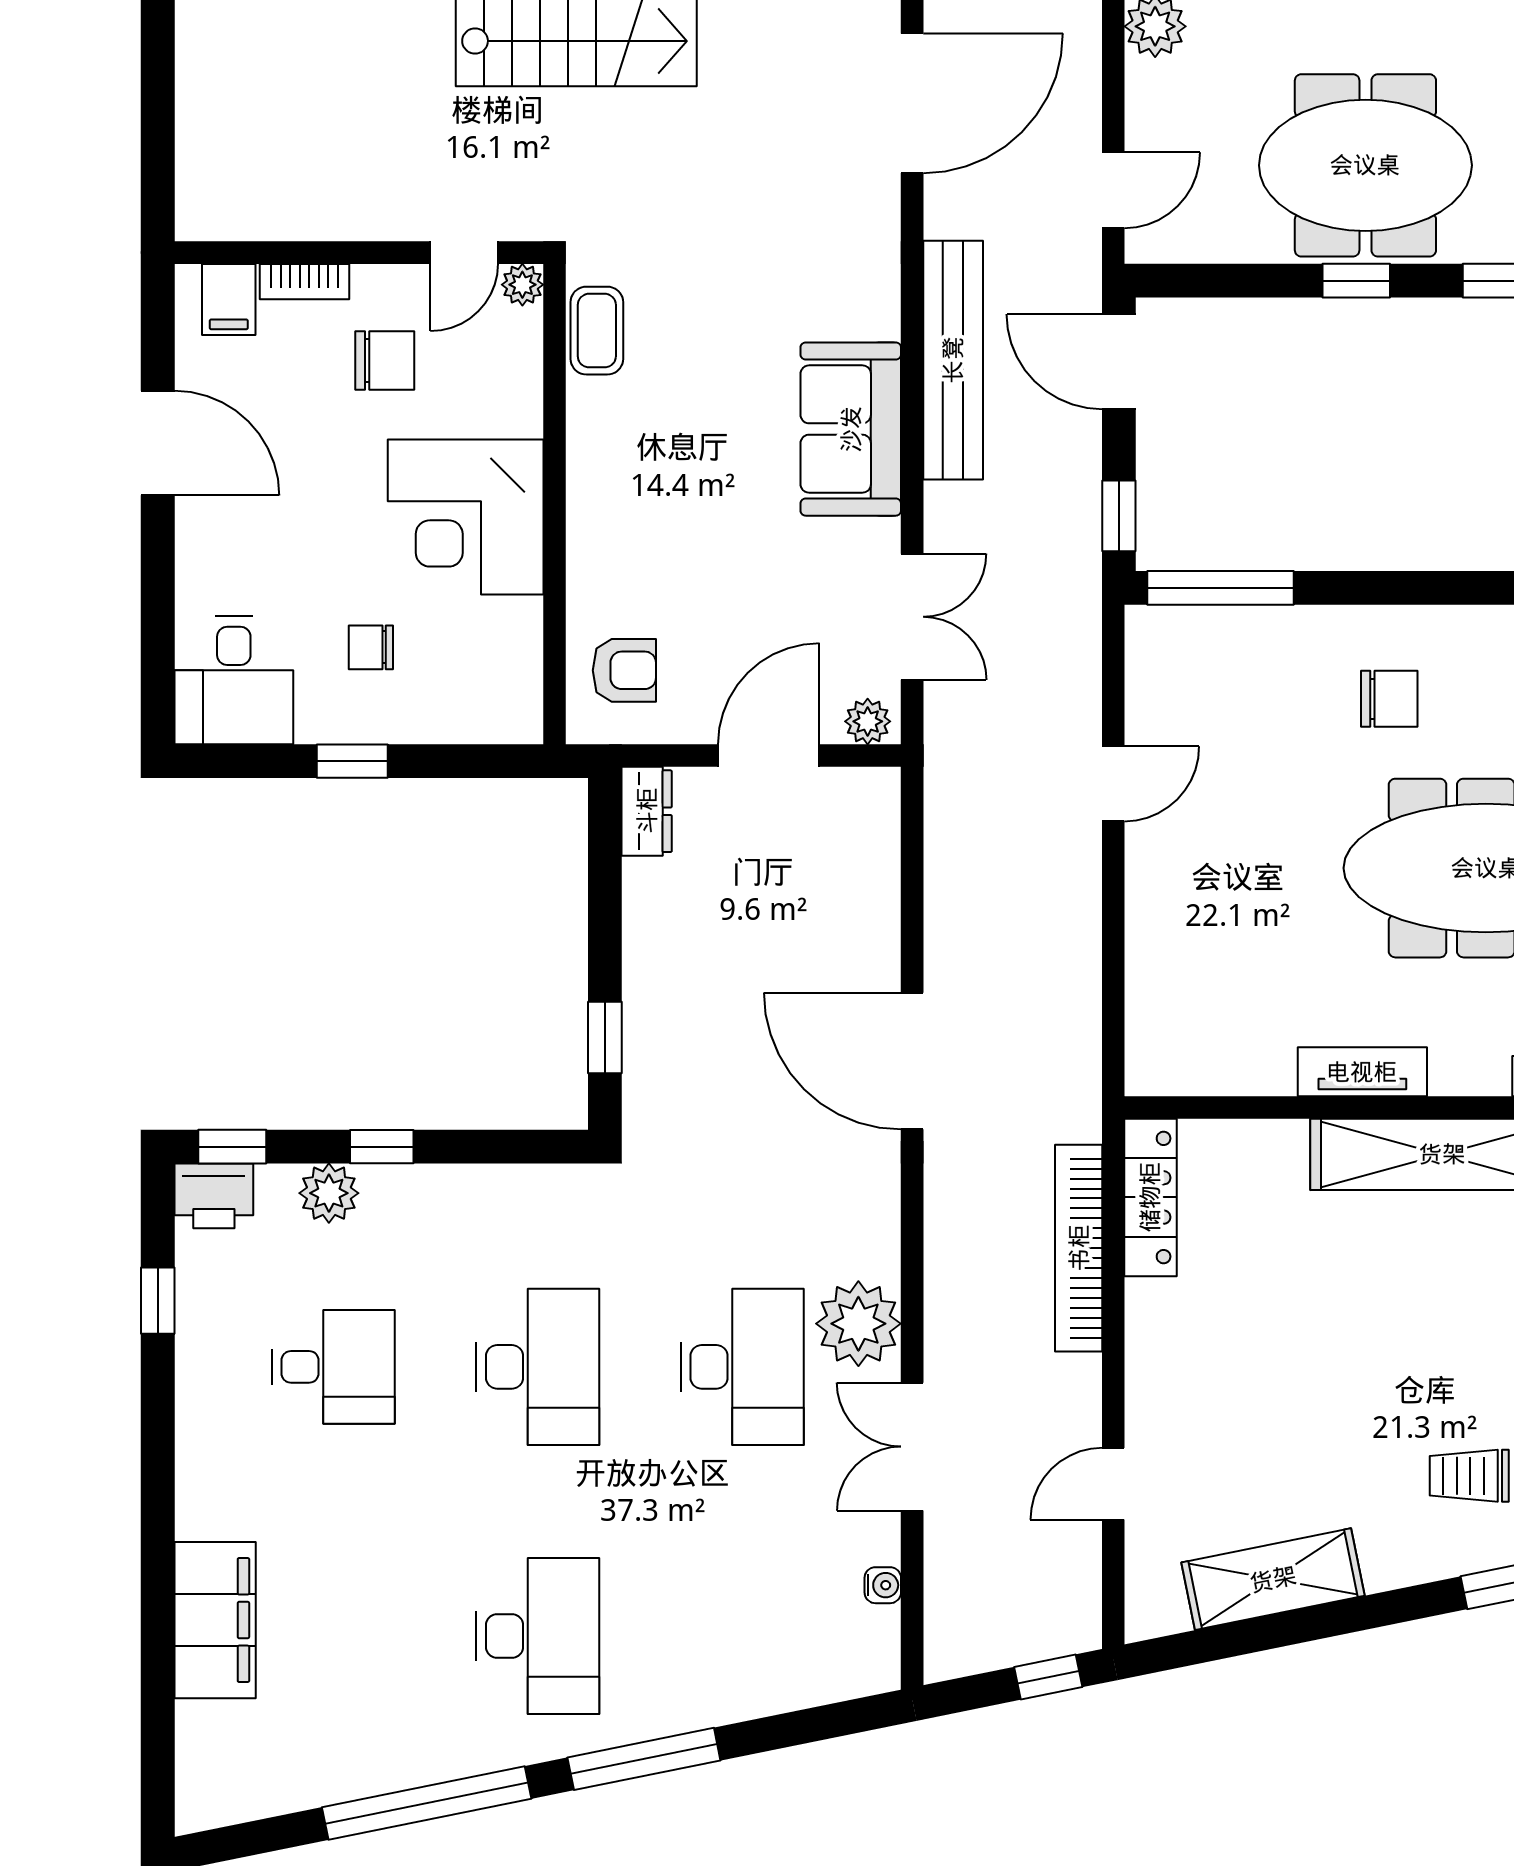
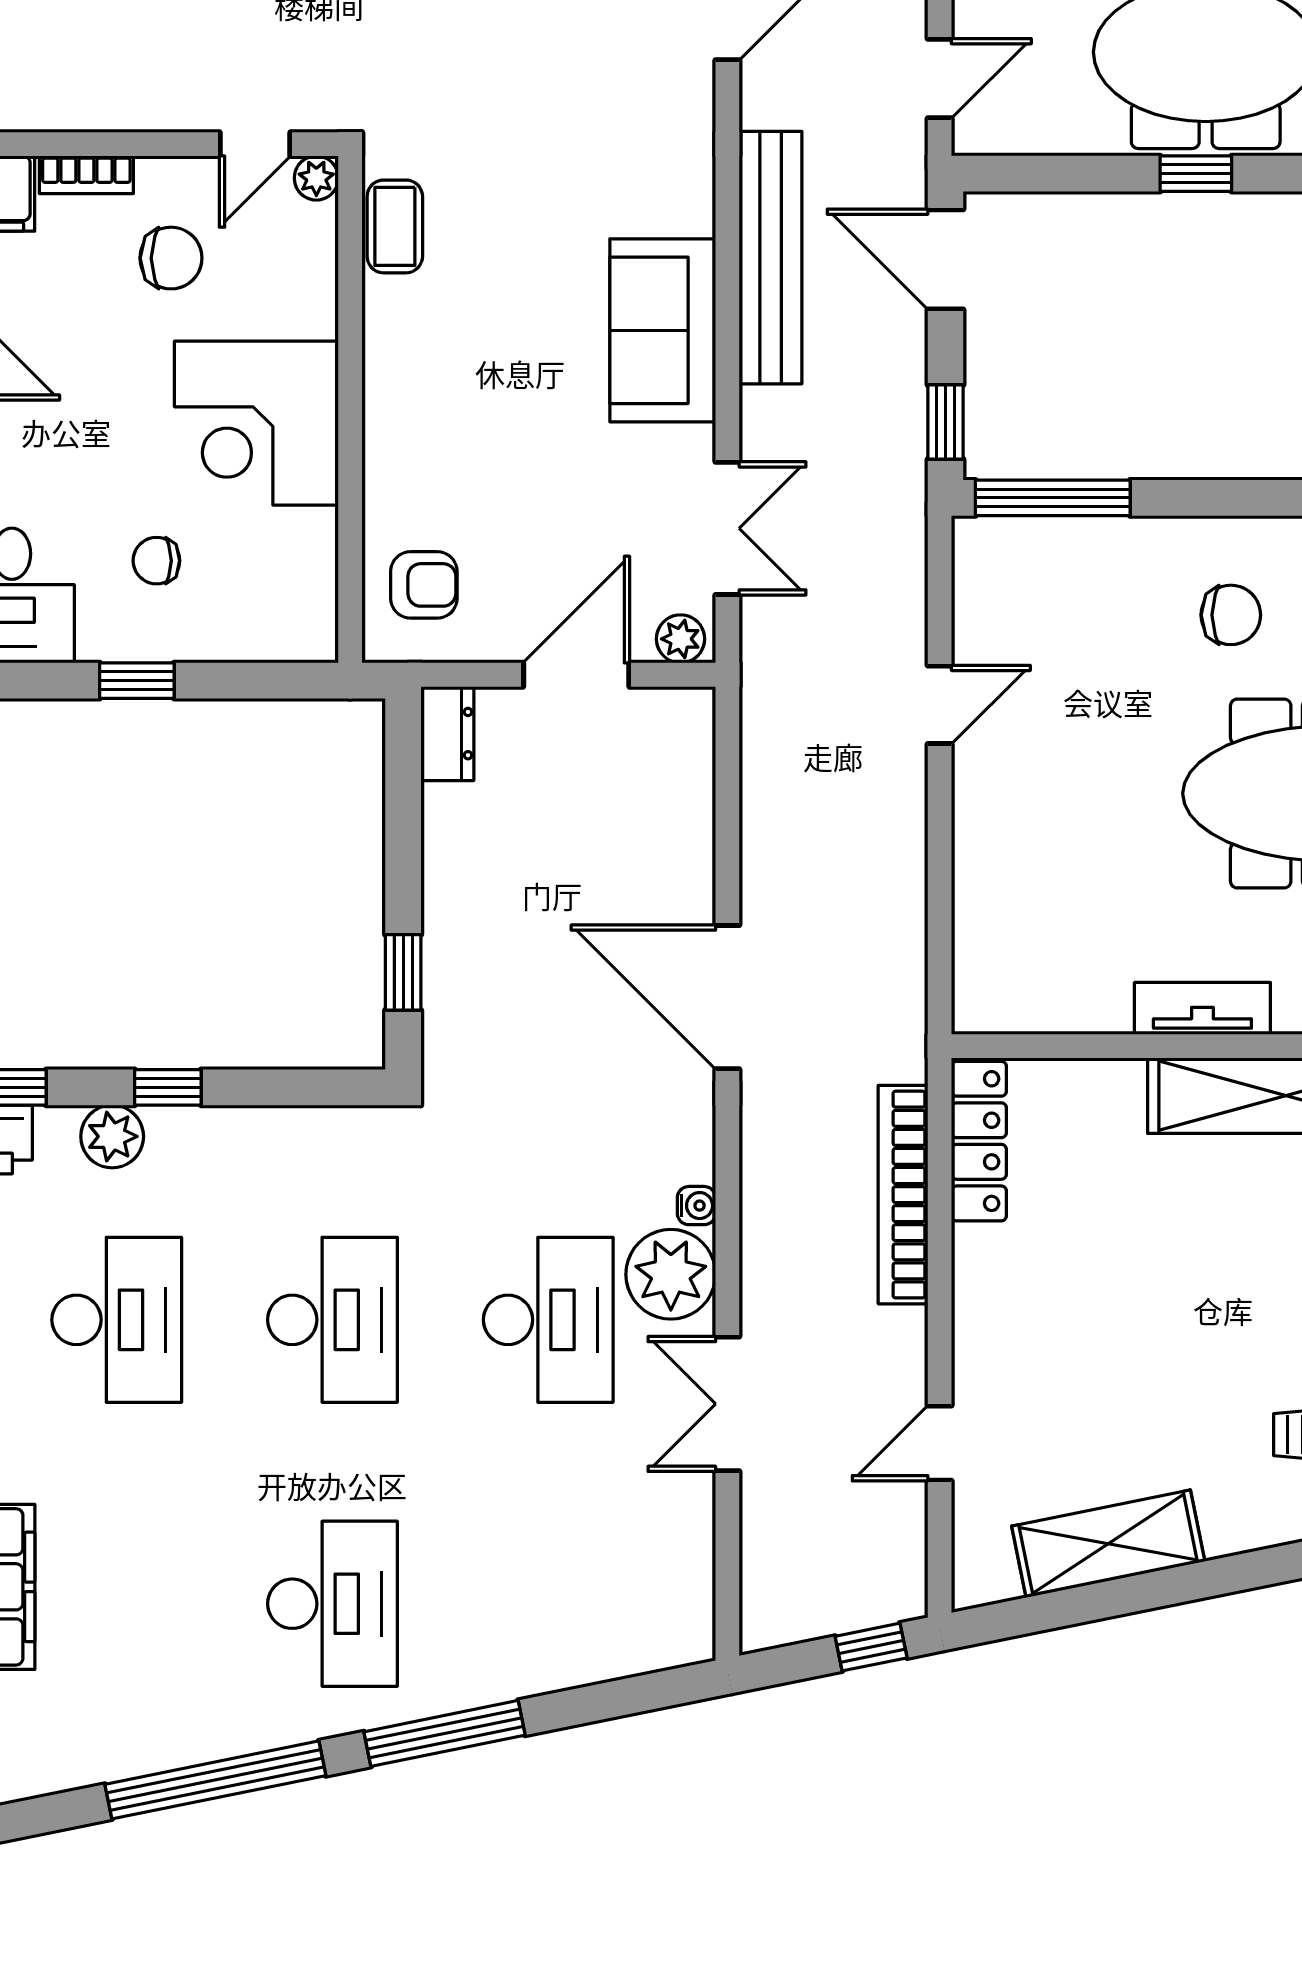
desk: (333, 1367) -> (117, 1320), width x1.37
water cooler: (883, 1585) -> (696, 1206), moved

